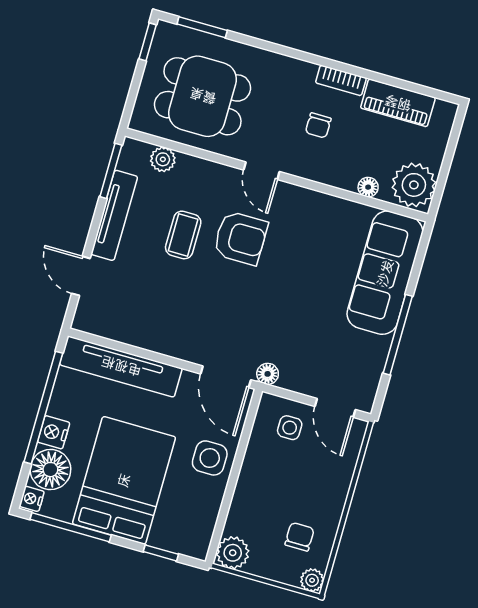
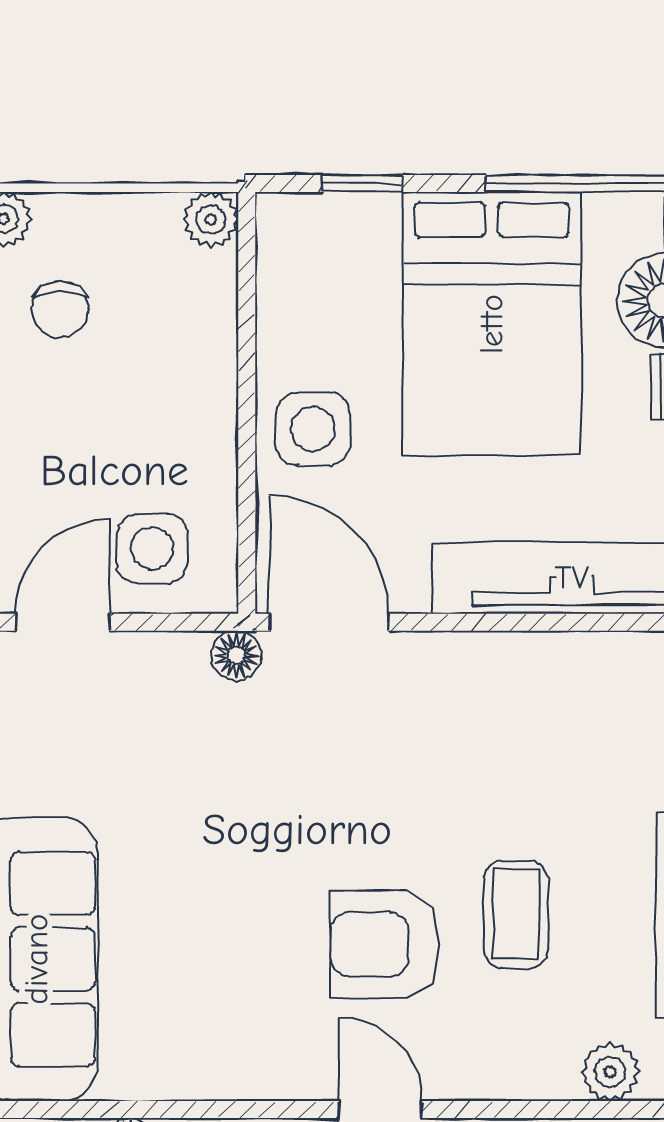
door: (335, 408) -> (63, 622), hinge flipped
side table: (290, 428) -> (152, 549), width x1.37, depth x1.37
plant: (233, 553) -> (211, 220), width x0.73, depth x0.73

